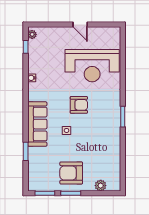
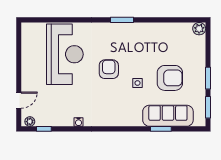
door: (80, 25) -> (19, 100), moved
sofa: (37, 124) -> (168, 116), moved
armchair: (71, 173) -> (170, 78), moved, turned -90
plant: (101, 186) -> (199, 29), moved

